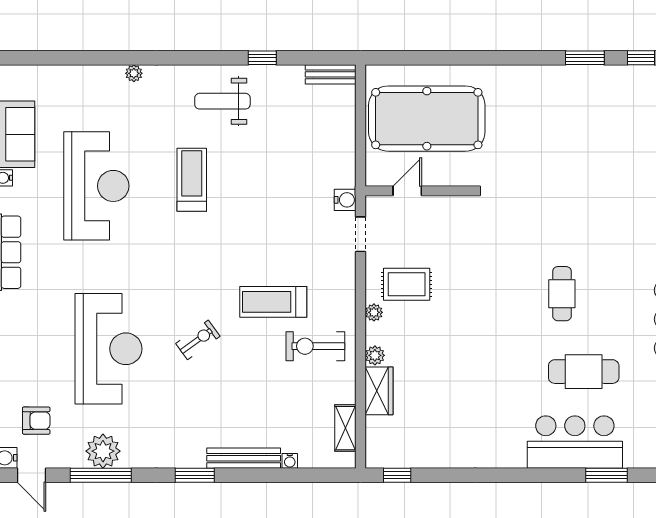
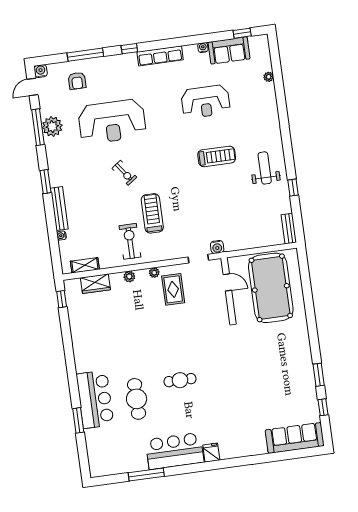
plant: (134, 73) -> (269, 77), moved
reception desk: (96, 186) -> (206, 102), width x0.74, depth x0.77
wardrobe: (379, 391) -> (95, 284), moved
armchair: (36, 421) -> (77, 81), moved

